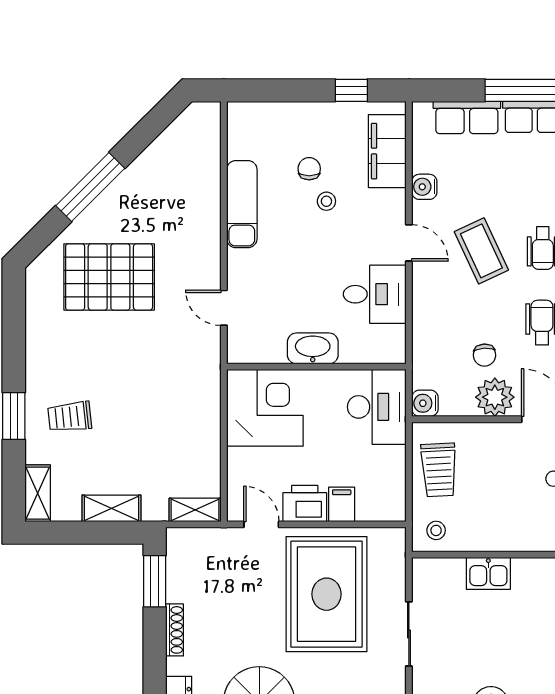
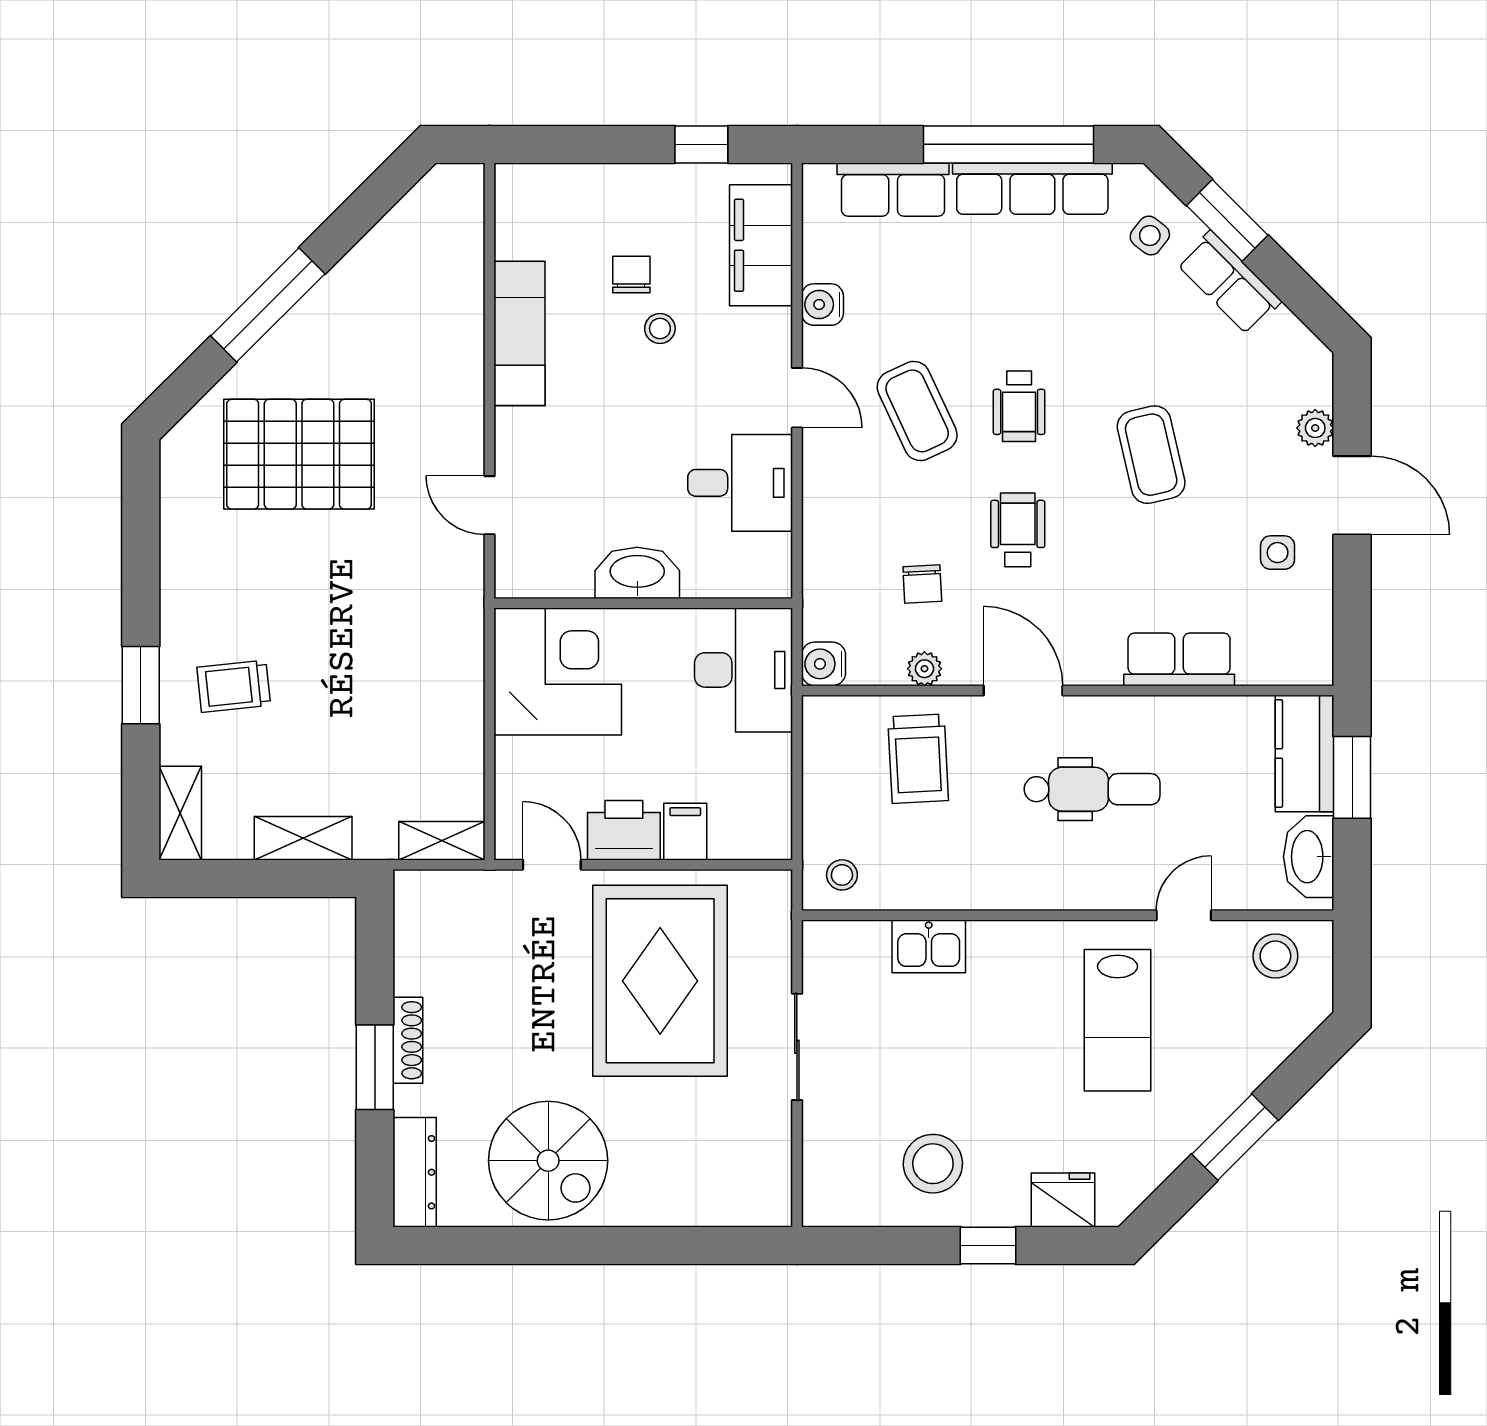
plant: (495, 397) -> (924, 669), width x0.53, depth x0.53
trolley: (439, 470) -> (918, 759), moved
window: (155, 581) -> (375, 1067), moved

